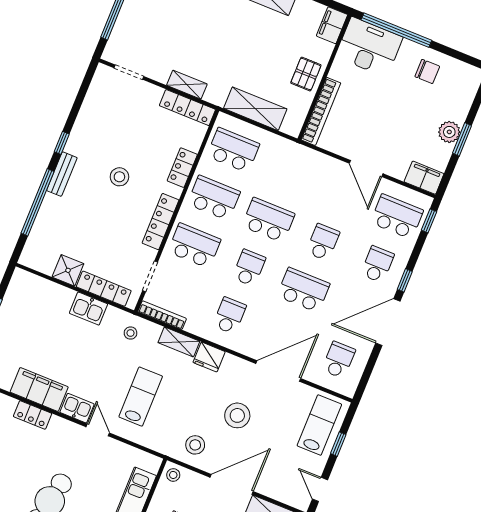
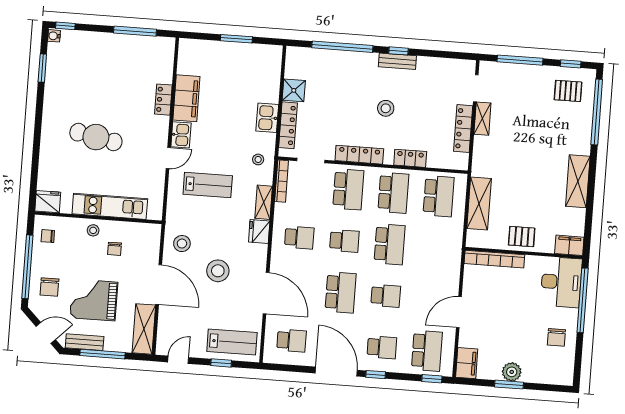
shelving: (187, 85) -> (482, 119), moved
locker: (187, 108) -> (463, 128), moved
bench: (62, 174) -> (397, 61), moved
stool: (173, 475) -> (151, 233), removed

